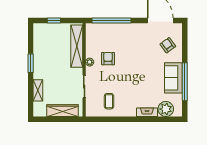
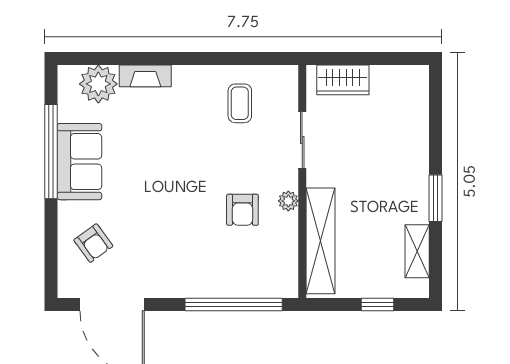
shelving: (38, 90) -> (417, 251), moved
wardrobe: (63, 111) -> (343, 80), width x0.67

